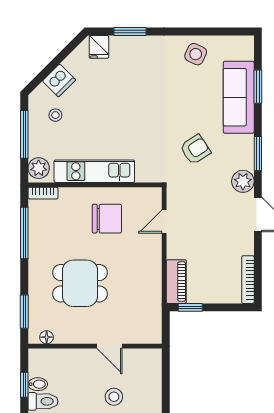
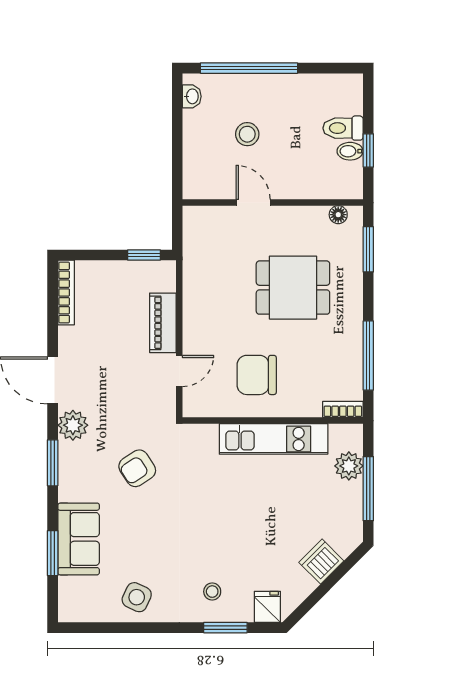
sofa: (239, 97) -> (79, 539), width x0.73
stool: (55, 115) -> (212, 592), moved
plant: (39, 168) -> (349, 466), moved
piano: (176, 282) -> (163, 323), moved

